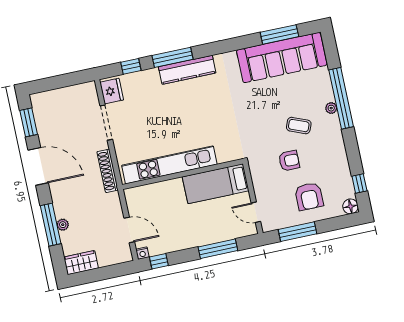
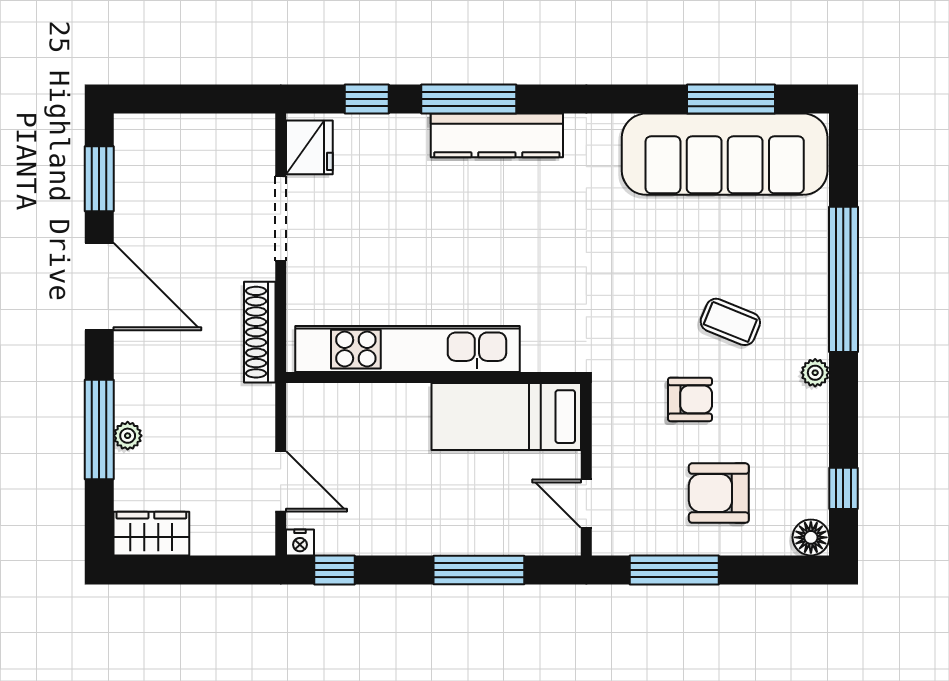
plant: (331, 108) -> (815, 373), moved
armchair: (309, 196) -> (719, 493), turned 90

